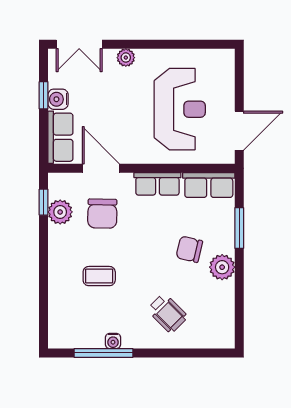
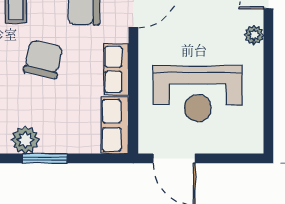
window: (239, 228) -> (45, 158), moved
chair: (189, 249) -> (43, 59), moved, width x1.37, depth x1.37

